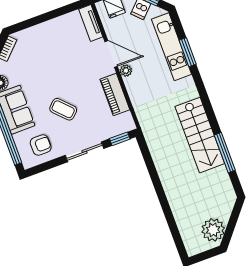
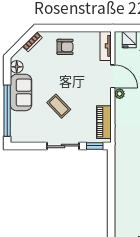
piano: (115, 94) -> (104, 122), moved
armchair: (41, 145) -> (65, 47), moved

